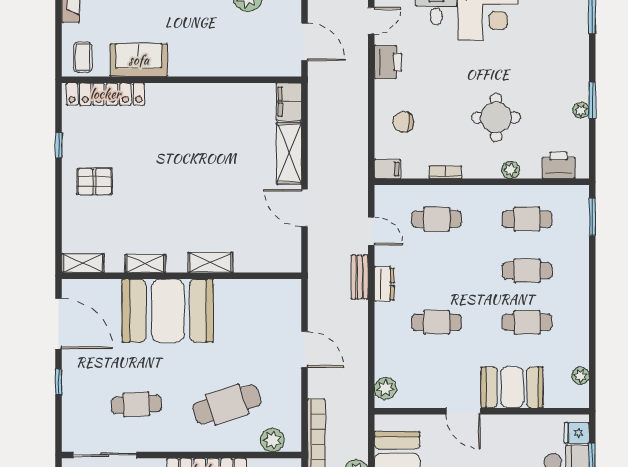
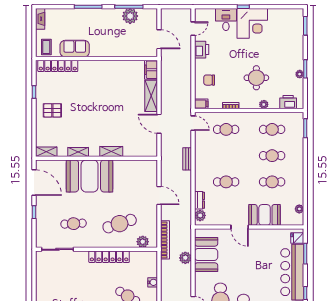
door: (371, 231) -> (193, 123), moved
dresser: (384, 284) -> (200, 200), moved

